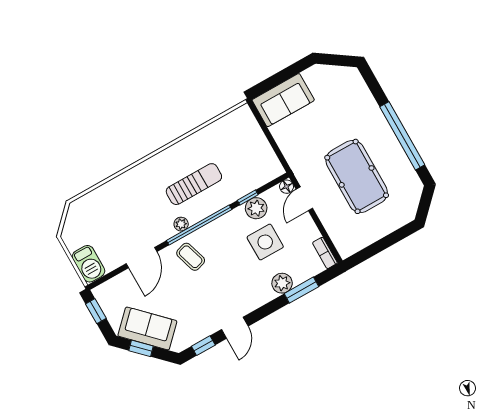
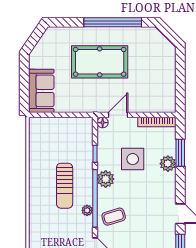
pool table: (357, 176) -> (100, 62), moved
sun lounger: (194, 184) -> (65, 186), turned 180
door: (304, 199) -> (118, 115), swing flipped
plant: (256, 208) -> (106, 179), moved
bookcase: (325, 253) -> (157, 122), width x1.56

